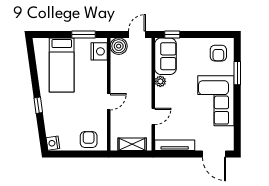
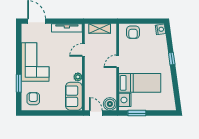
door: (137, 34) -> (96, 113), swing flipped
window: (172, 34) -> (69, 113), removed
bed: (62, 65) -> (140, 83), moved, turned 90

